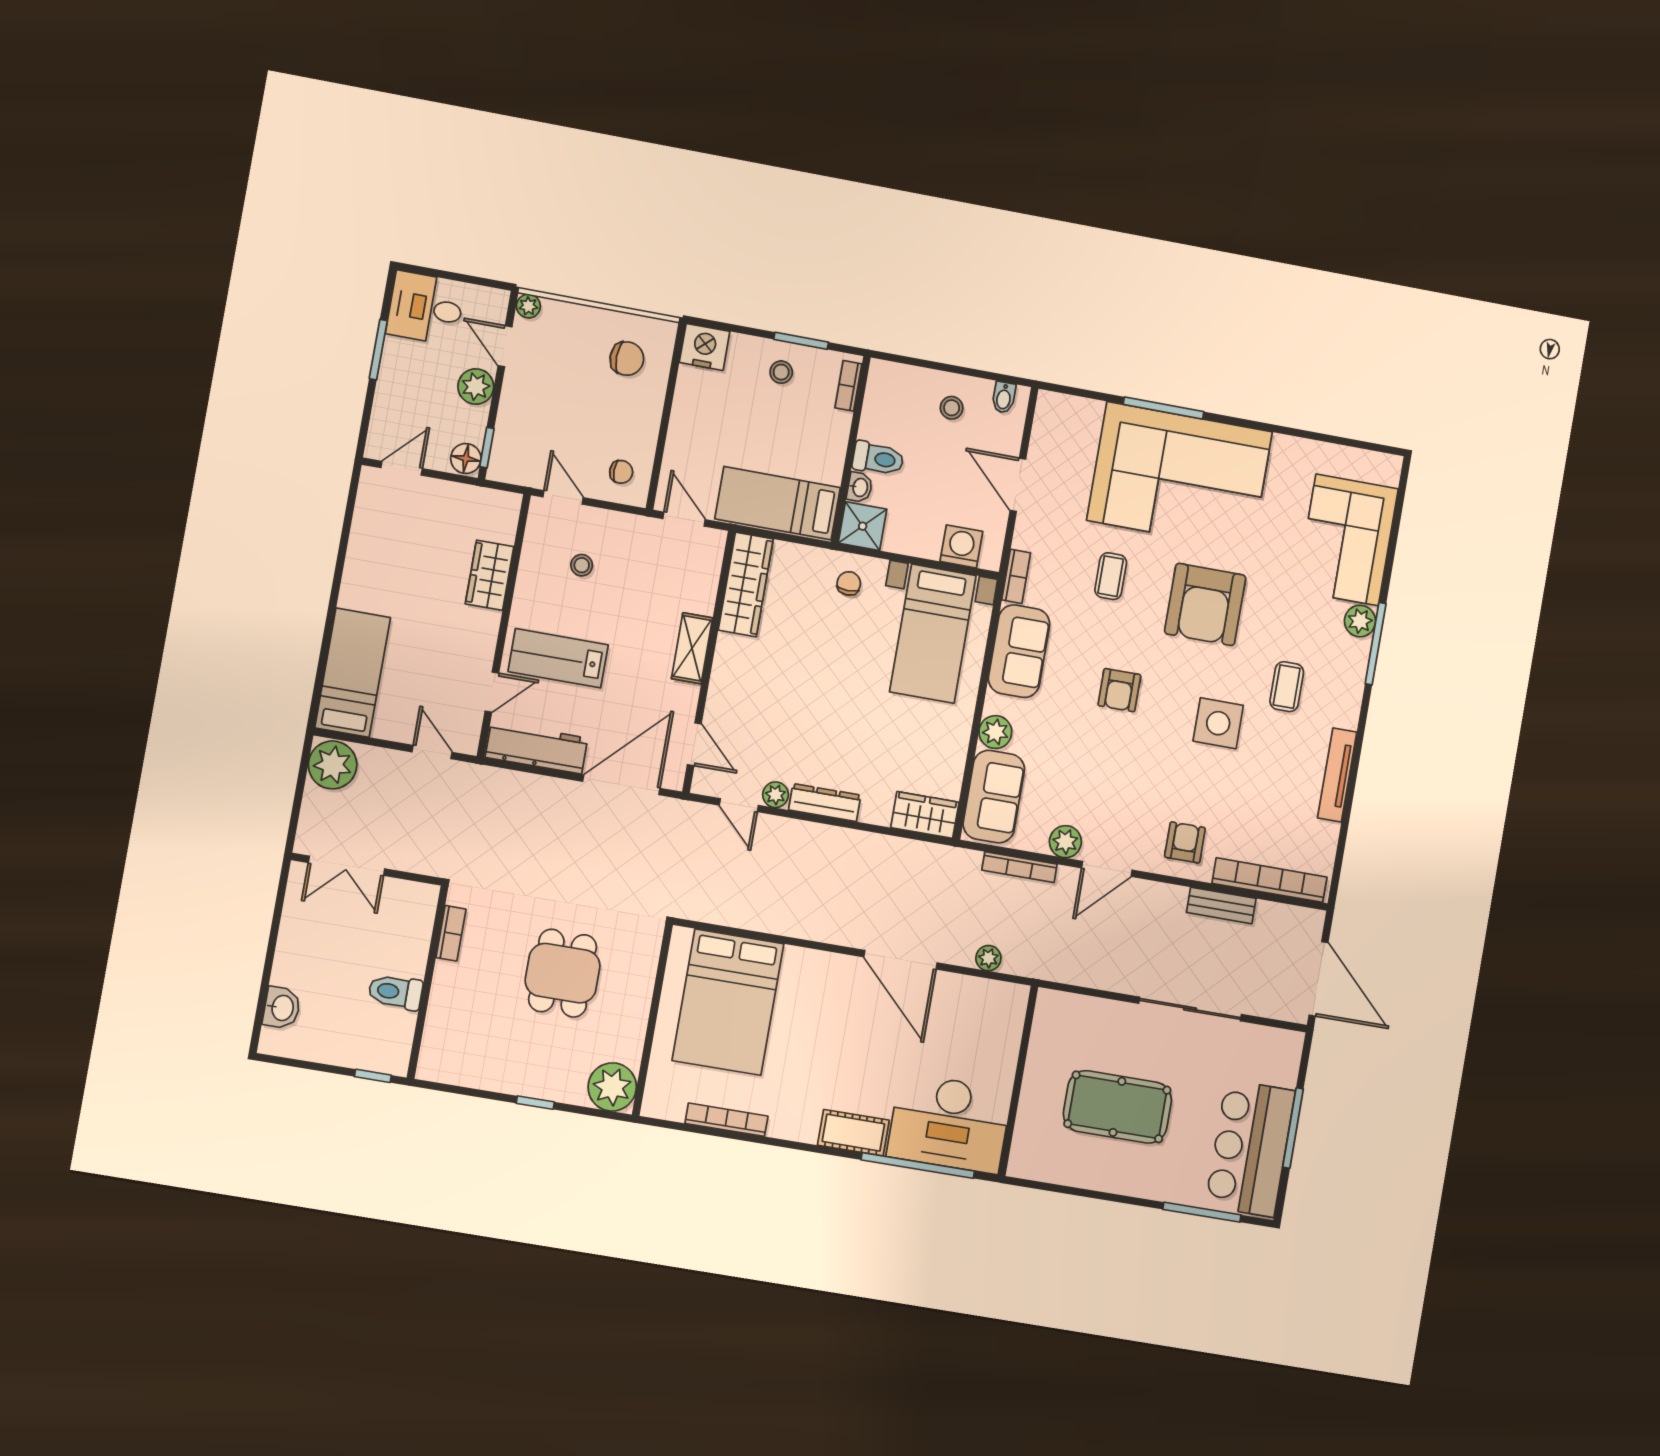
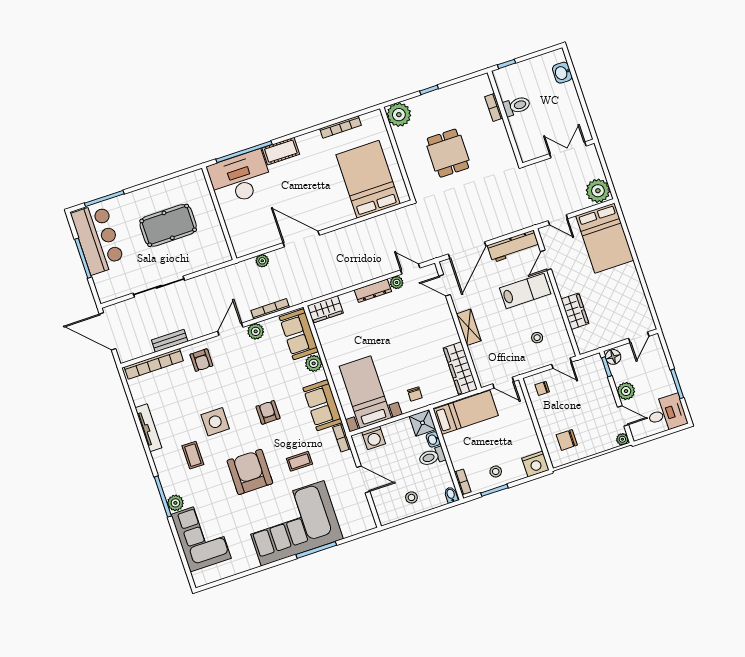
bidet: (1004, 397) -> (451, 495), moved
coffee table: (1111, 576) -> (299, 461), turned 90
bed: (353, 673) -> (605, 238), width x1.50
bookcase: (451, 933) -> (494, 107), moved

